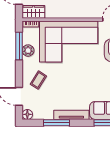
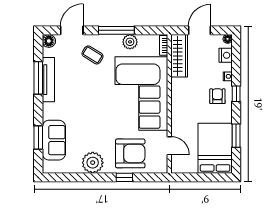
wardrobe: (33, 12) -> (179, 56), width x1.50
window: (19, 46) -> (116, 30), moved
tv unit: (71, 115) -> (48, 80), moved

